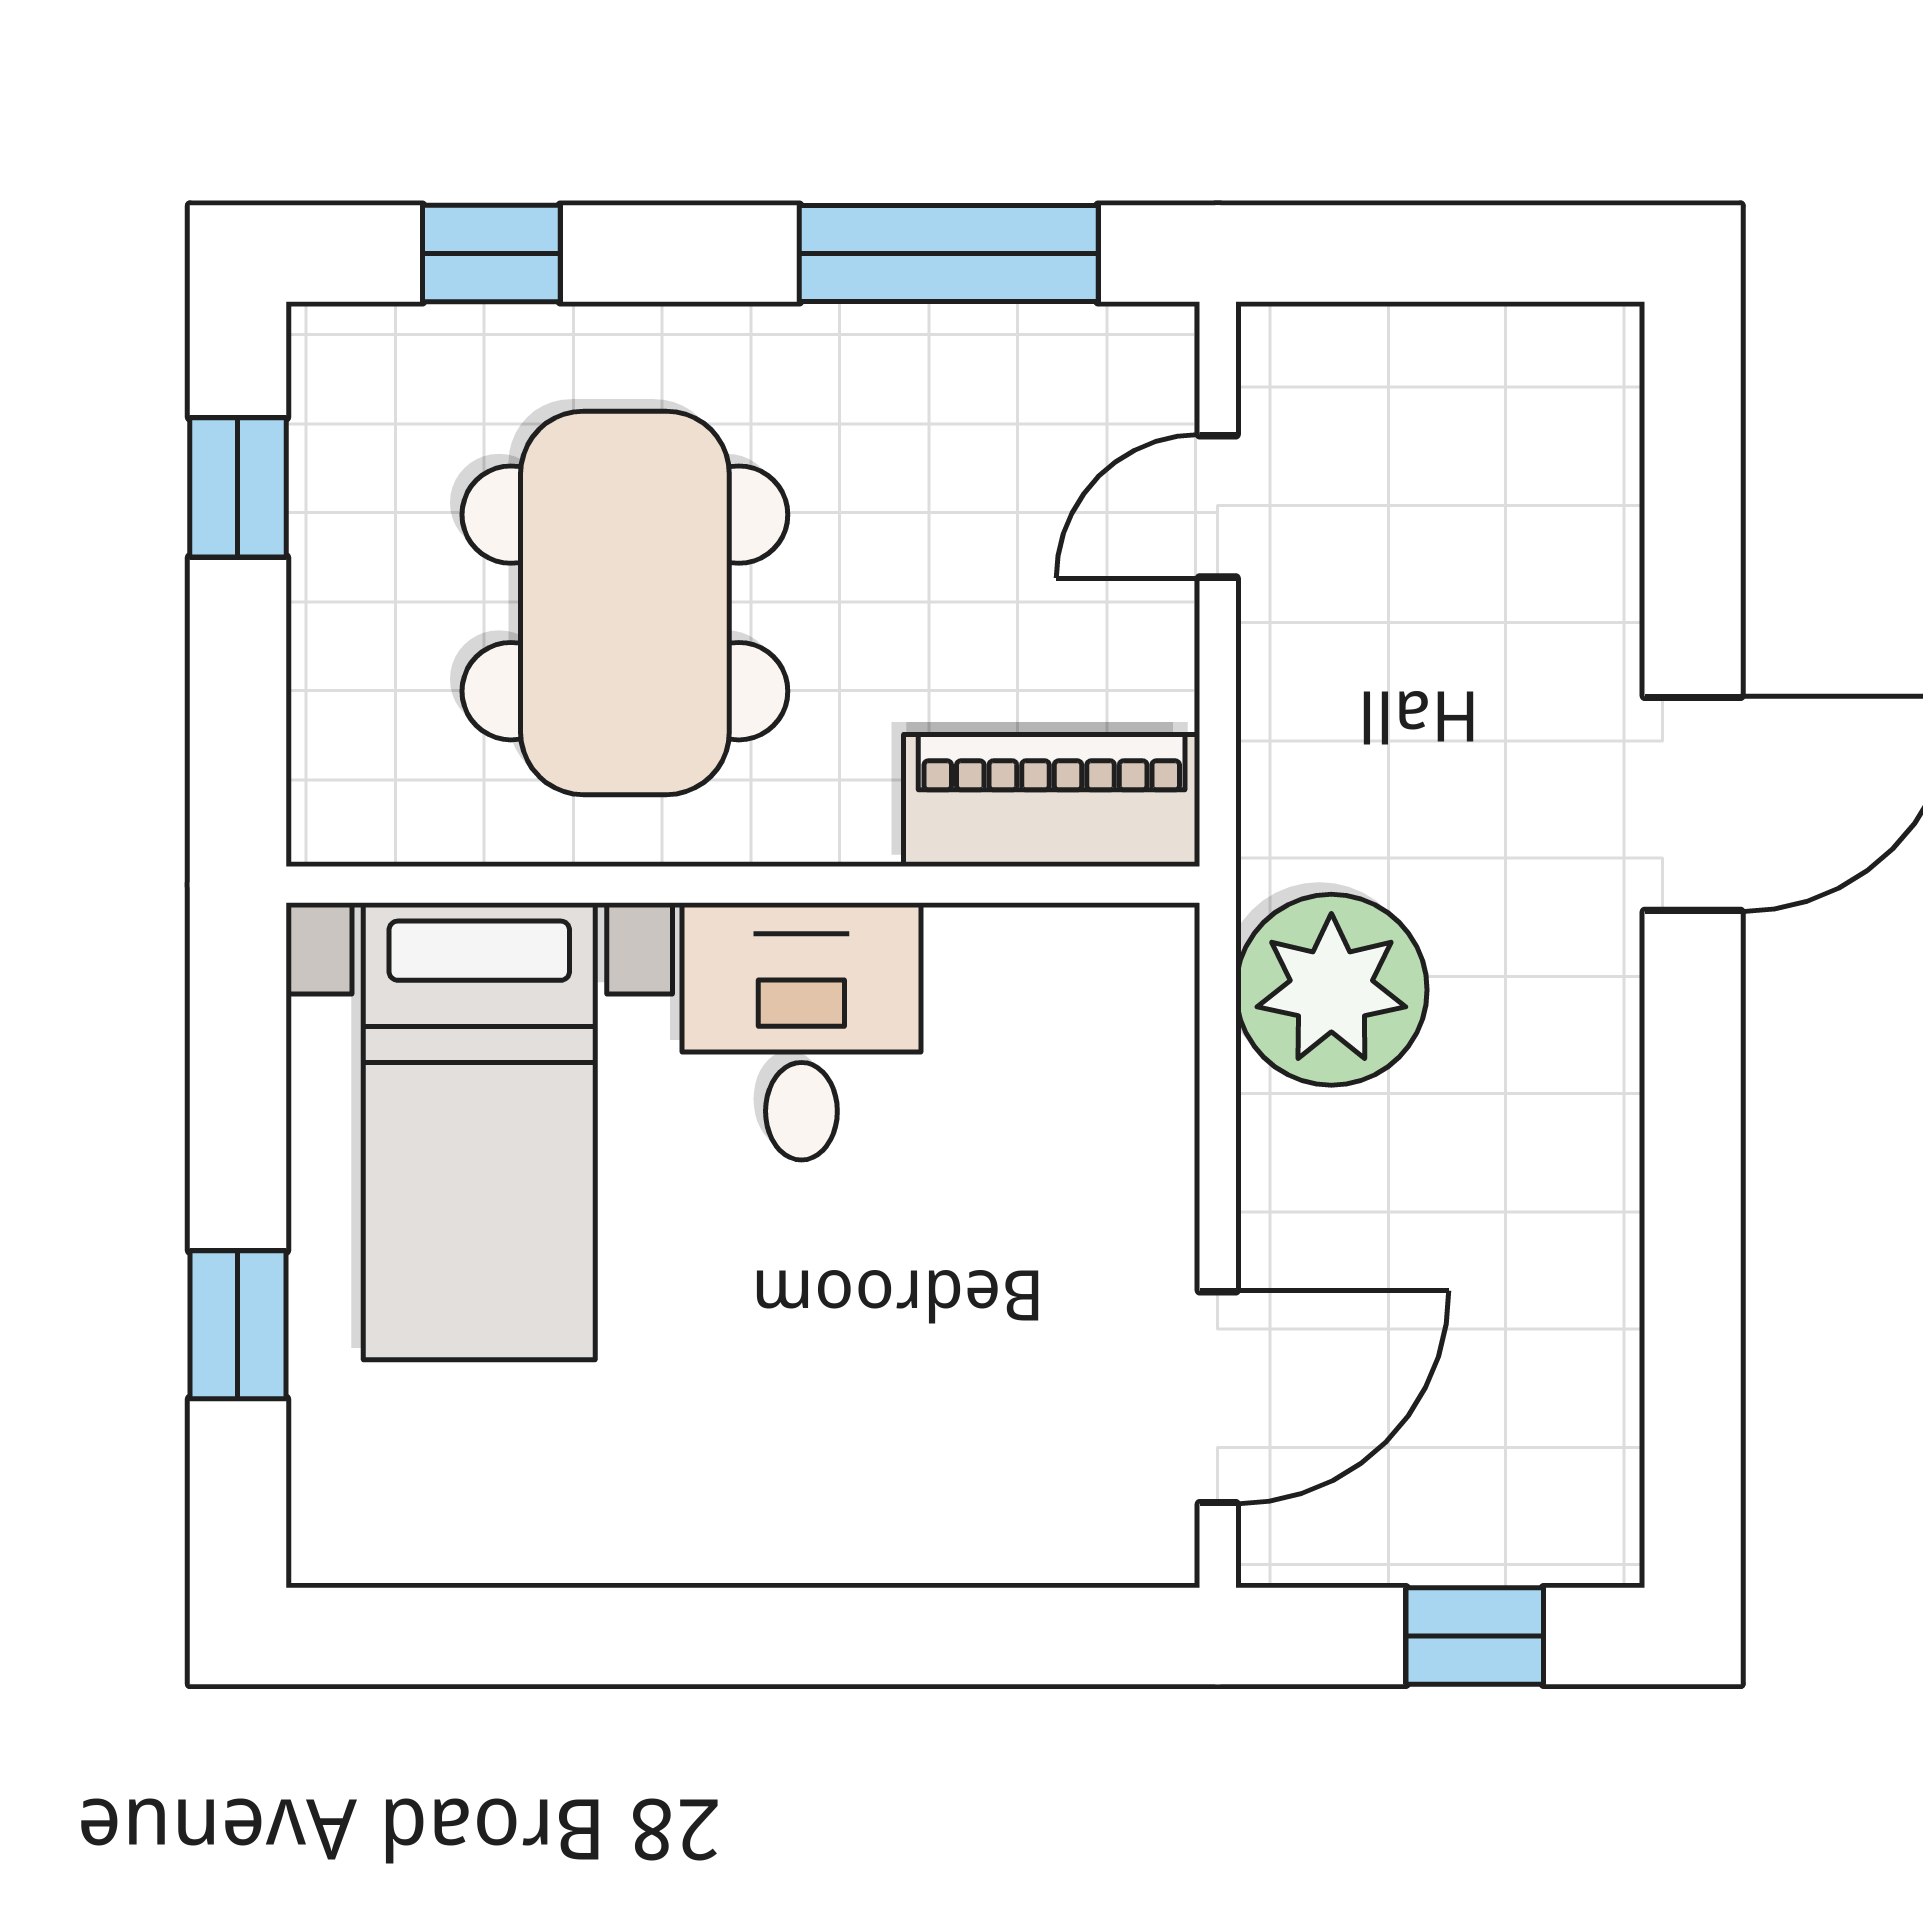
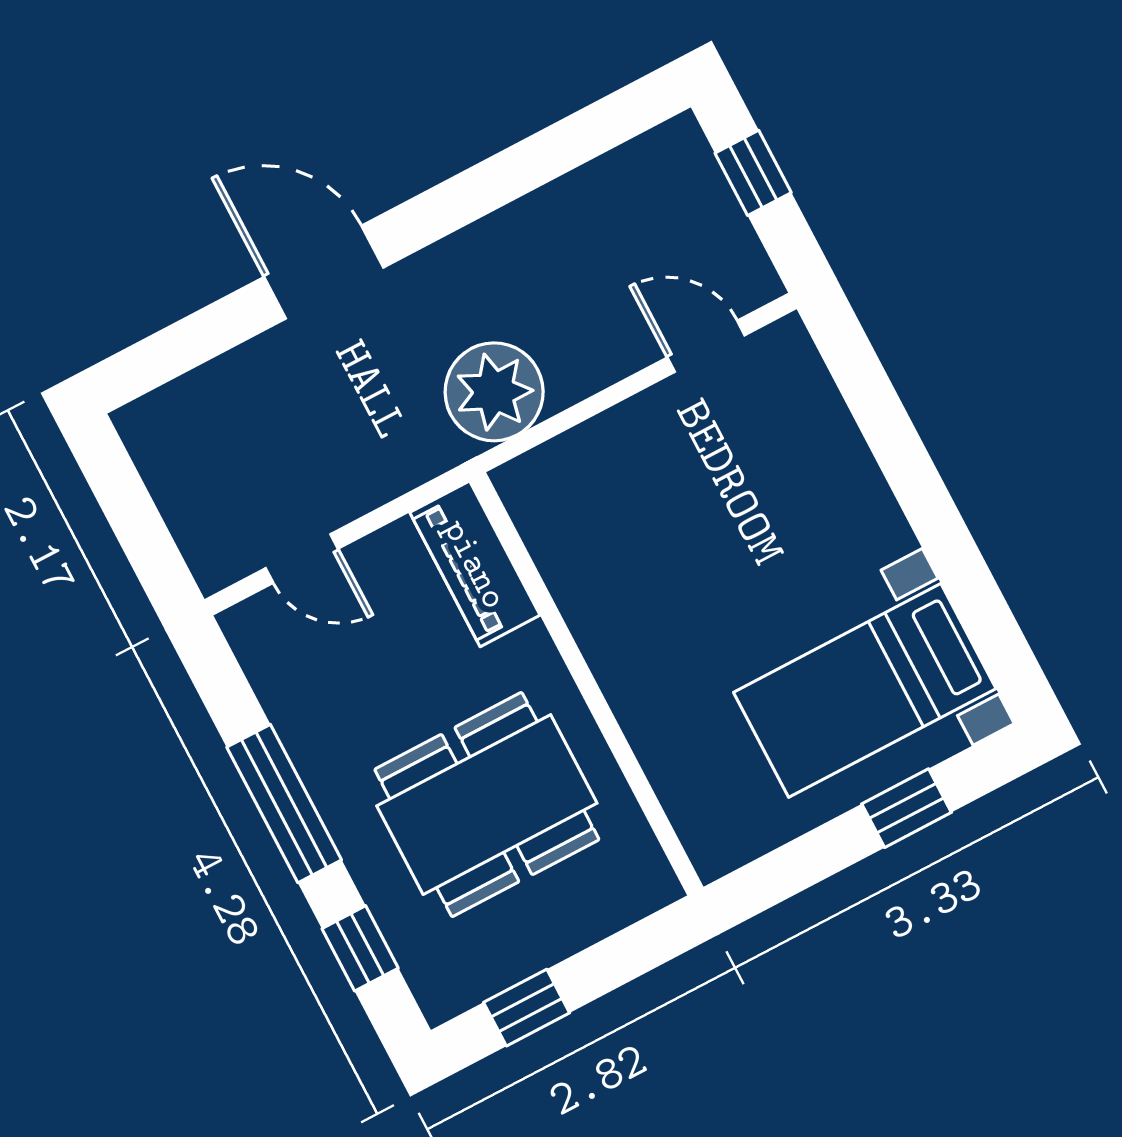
window: (949, 254) -> (284, 804), moved
desk: (801, 1031) -> (639, 622), removed
bed with nightstands: (479, 1131) -> (865, 690), moved, turned 180
door: (1218, 1397) -> (706, 346), width x0.73

